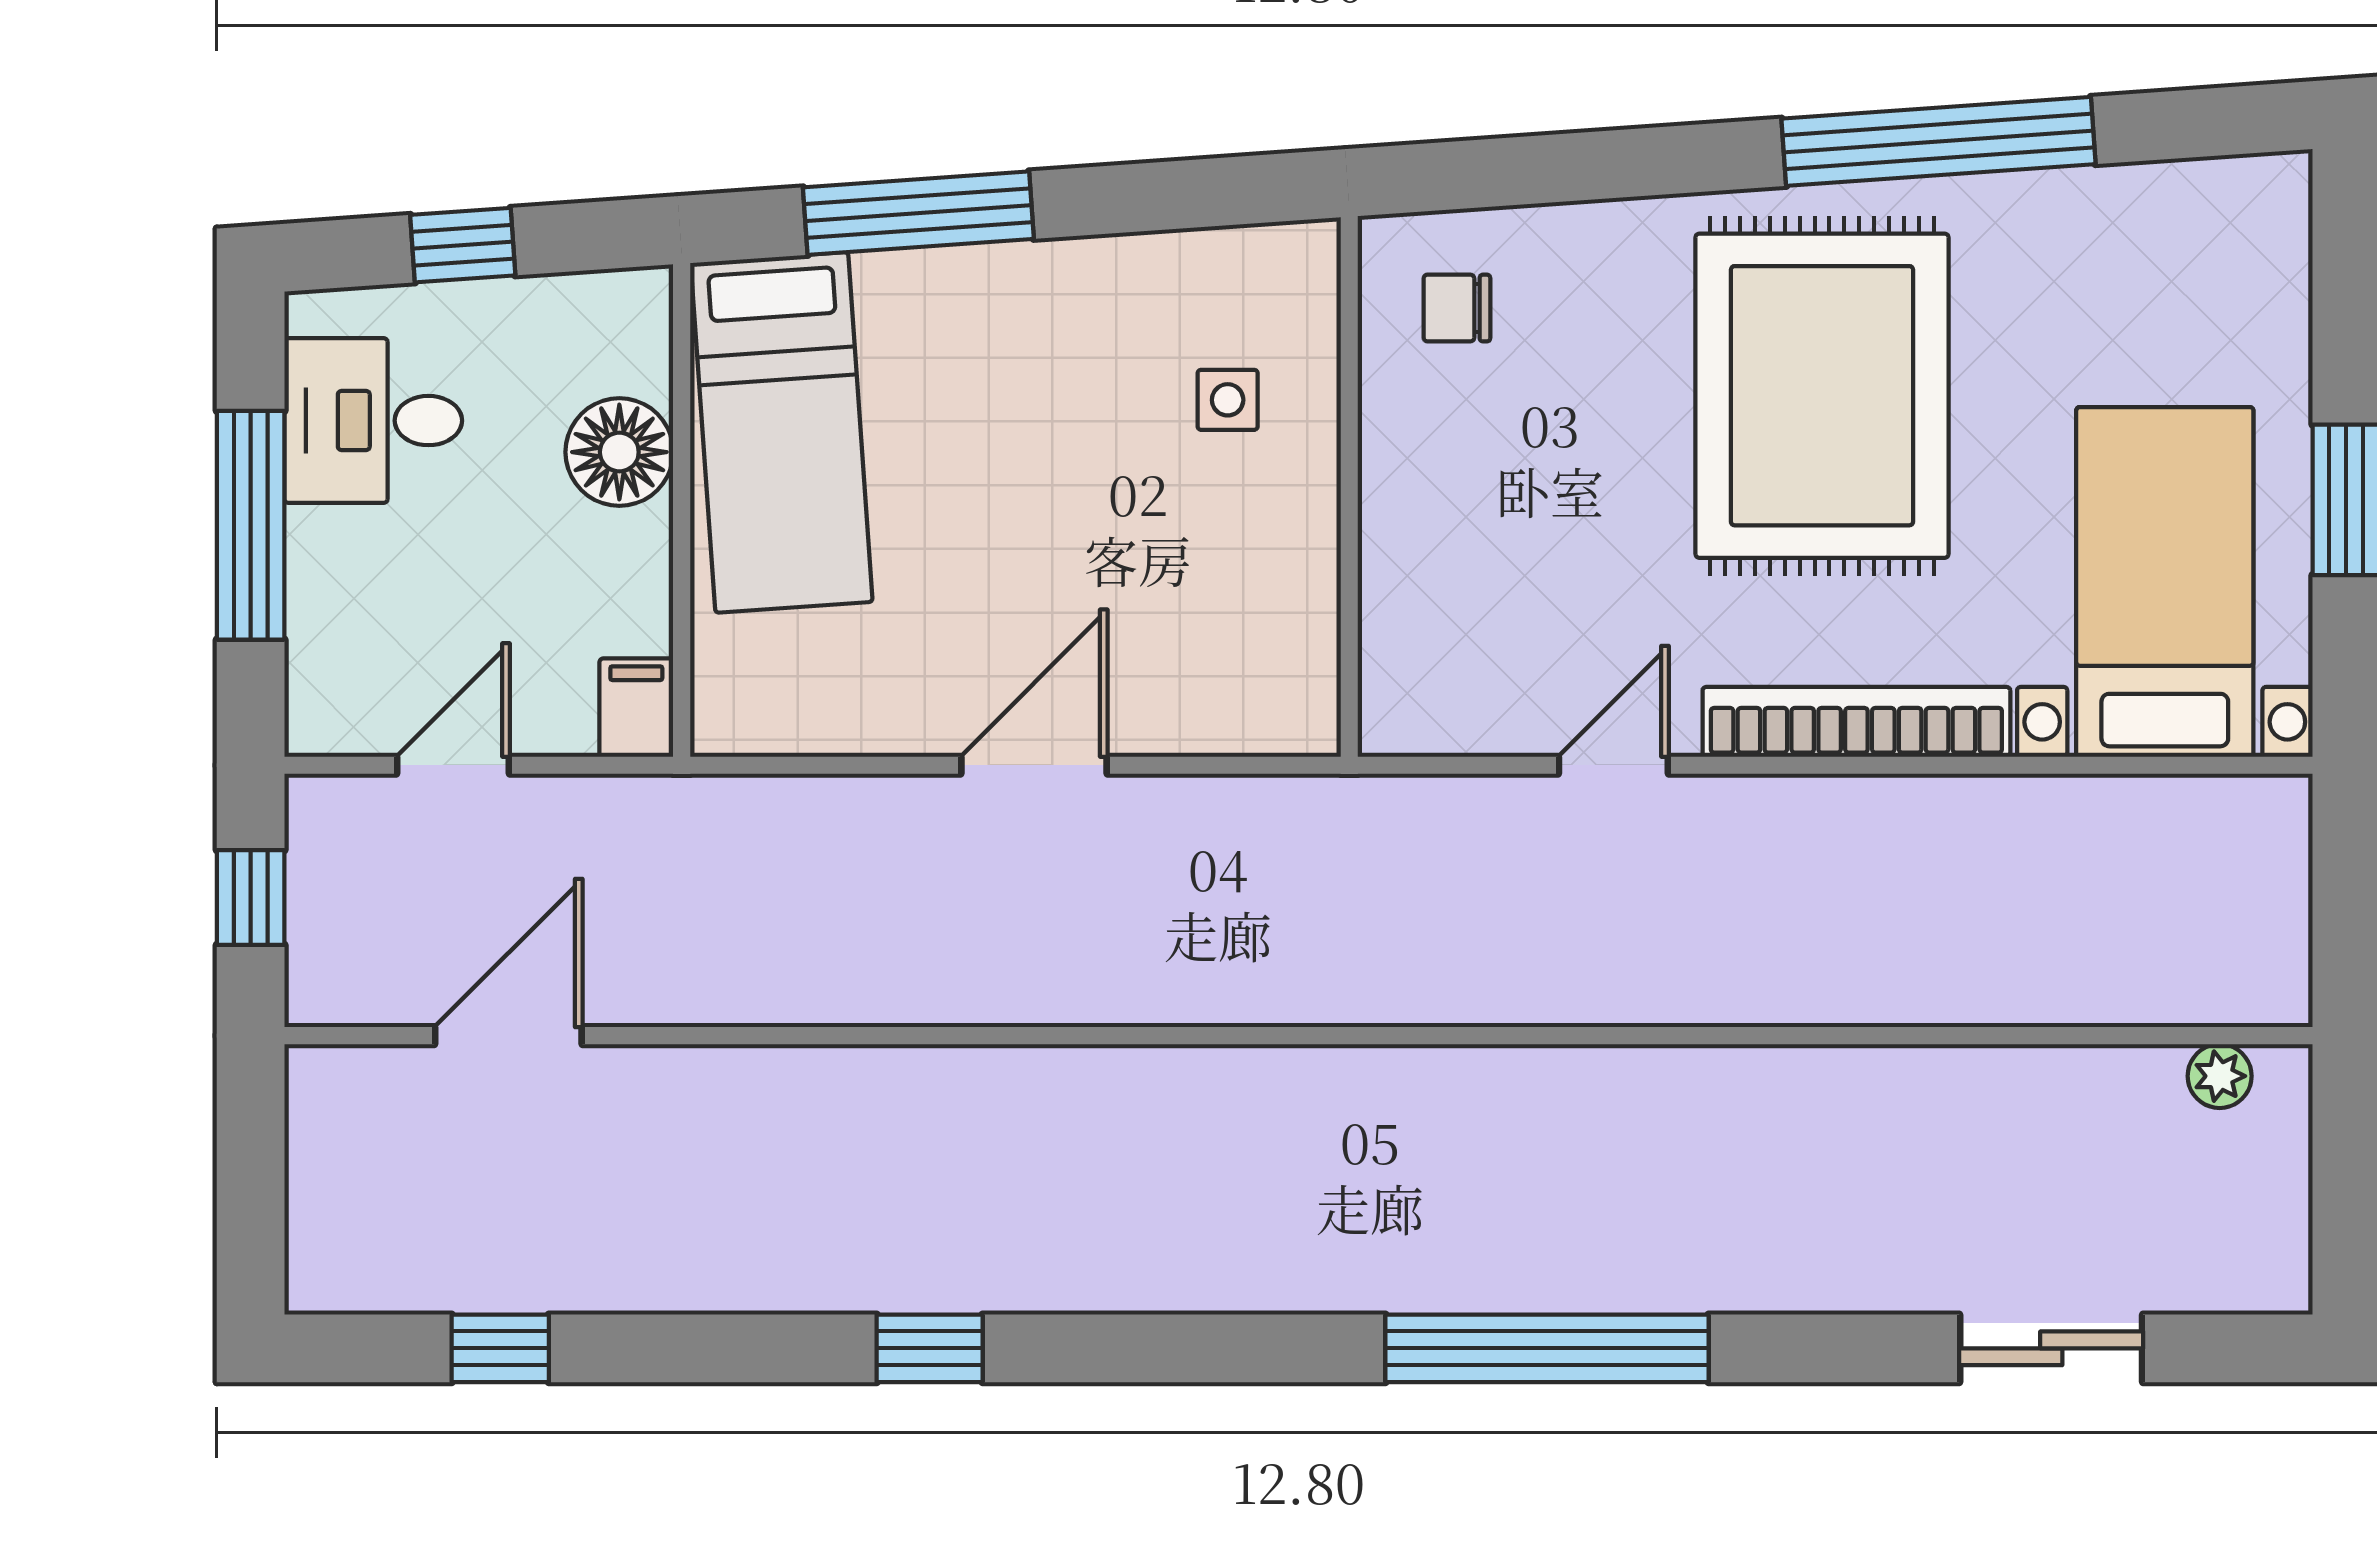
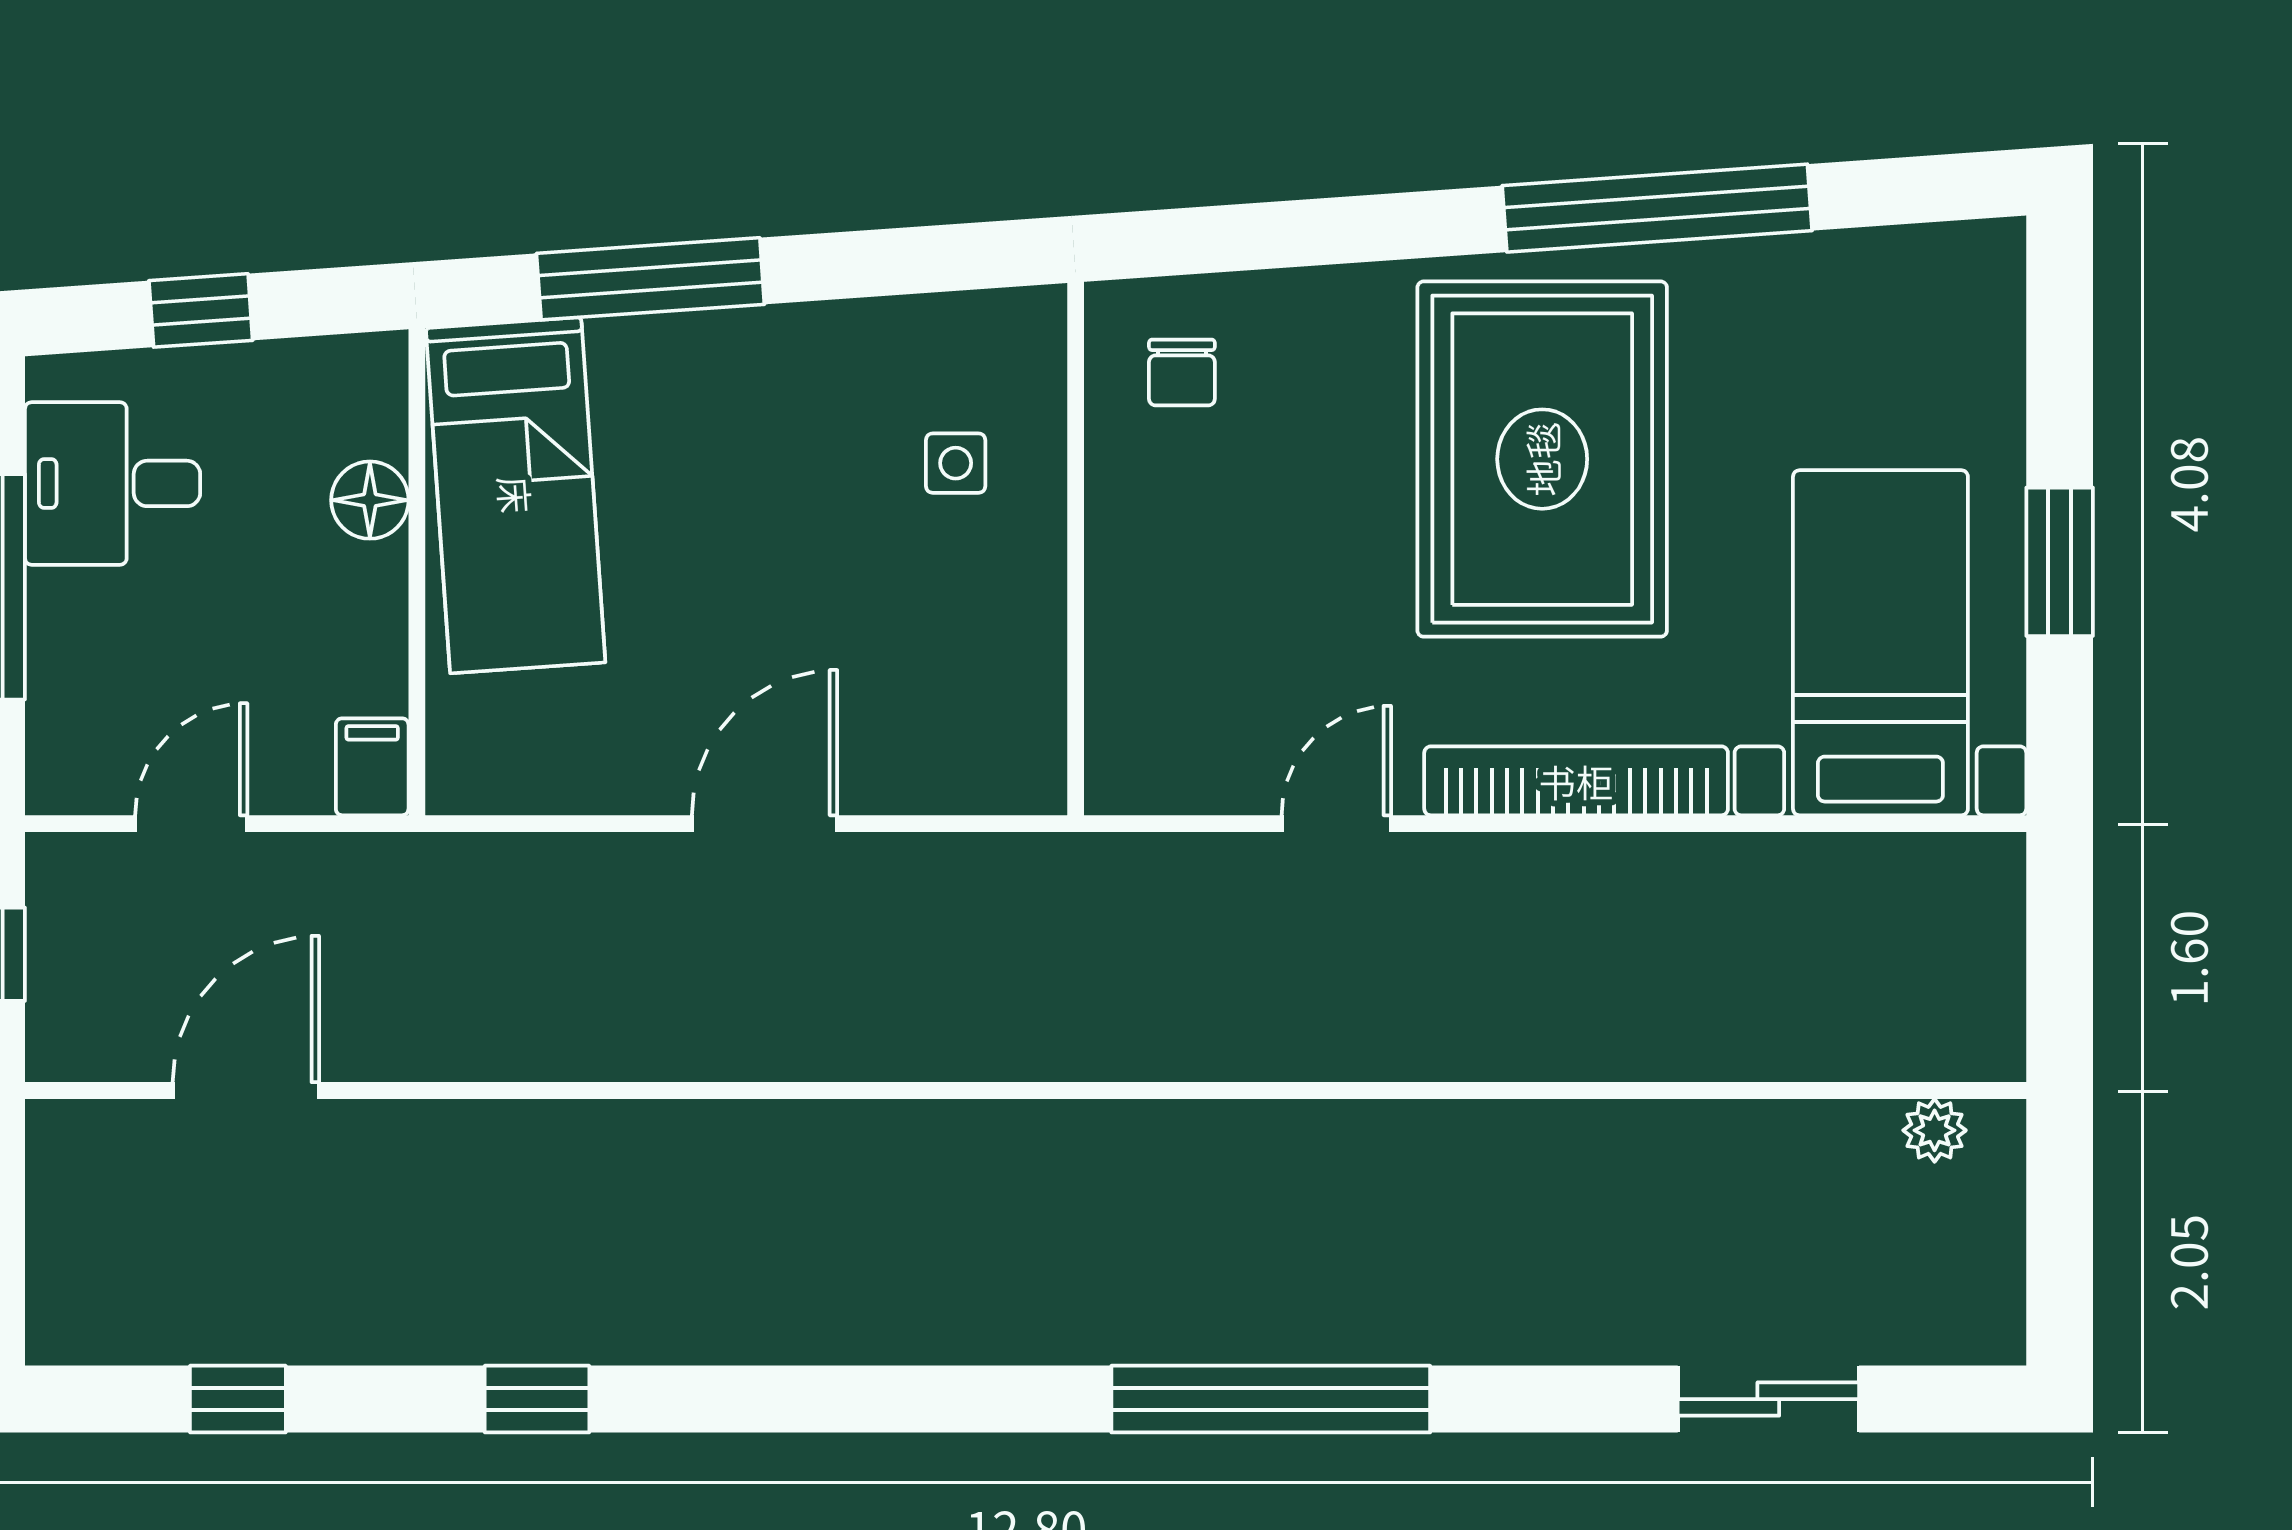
chair: (1457, 308) -> (1182, 372), turned -90
floor lamp: (619, 452) -> (370, 500), width x0.73, depth x0.73
window: (930, 1348) -> (537, 1399), moved

